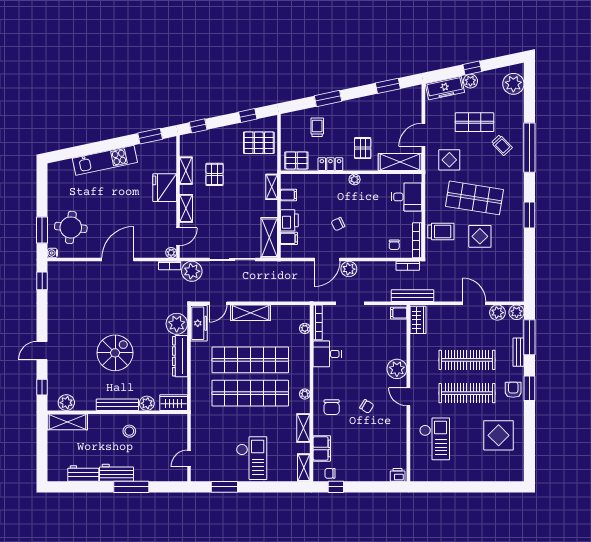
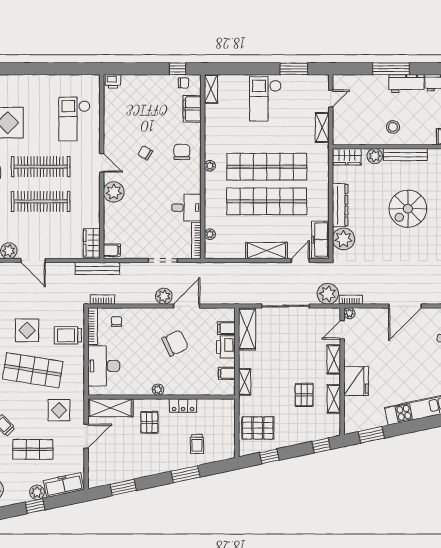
pallet: (296, 160) -> (219, 410), removed
desk: (407, 197) -> (104, 366), width x1.37
chair: (338, 224) -> (175, 343), width x1.87, depth x1.87
shelving: (303, 428) -> (322, 128), moved

